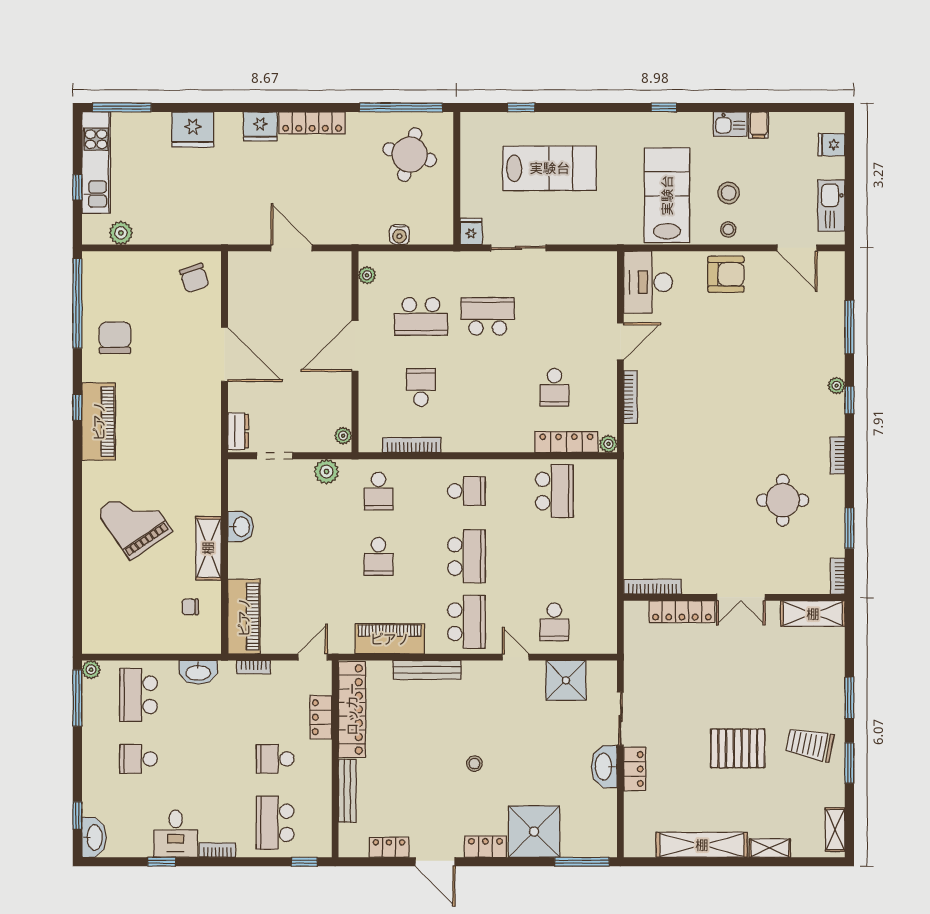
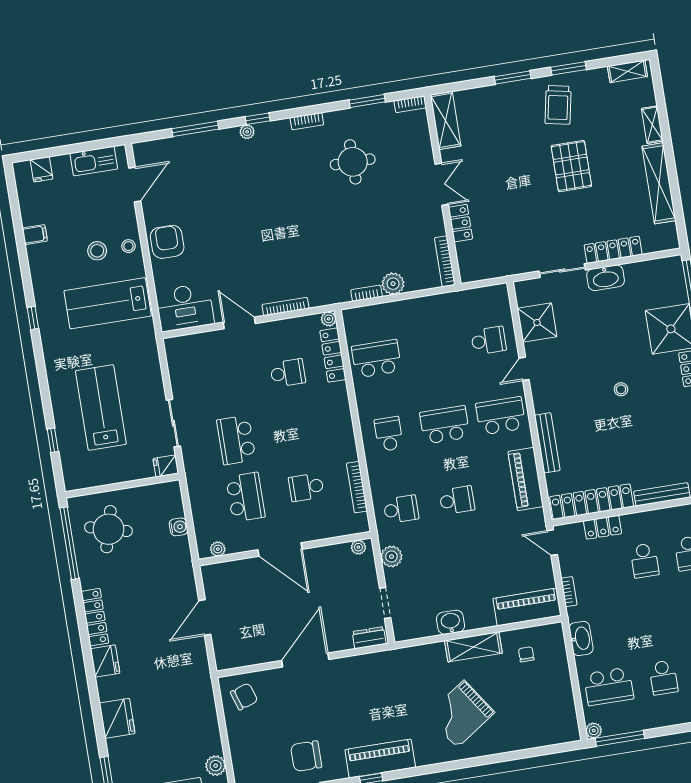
kitchen sink: (730, 124) -> (38, 259), removed
bookcase: (631, 492) -> (366, 293), added
plant: (637, 524) -> (393, 284), added
chair: (190, 607) -> (526, 654), turned 180
locker: (682, 612) -> (460, 223), width x0.66
locker: (635, 769) -> (613, 250), width x1.53

